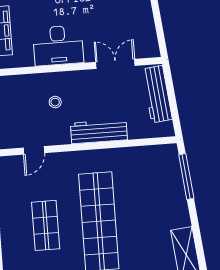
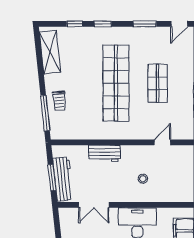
window: (171, 95) -> (52, 178), added
workbench: (99, 131) -> (105, 153), width x0.73
trolley: (169, 194) -> (59, 101), added

